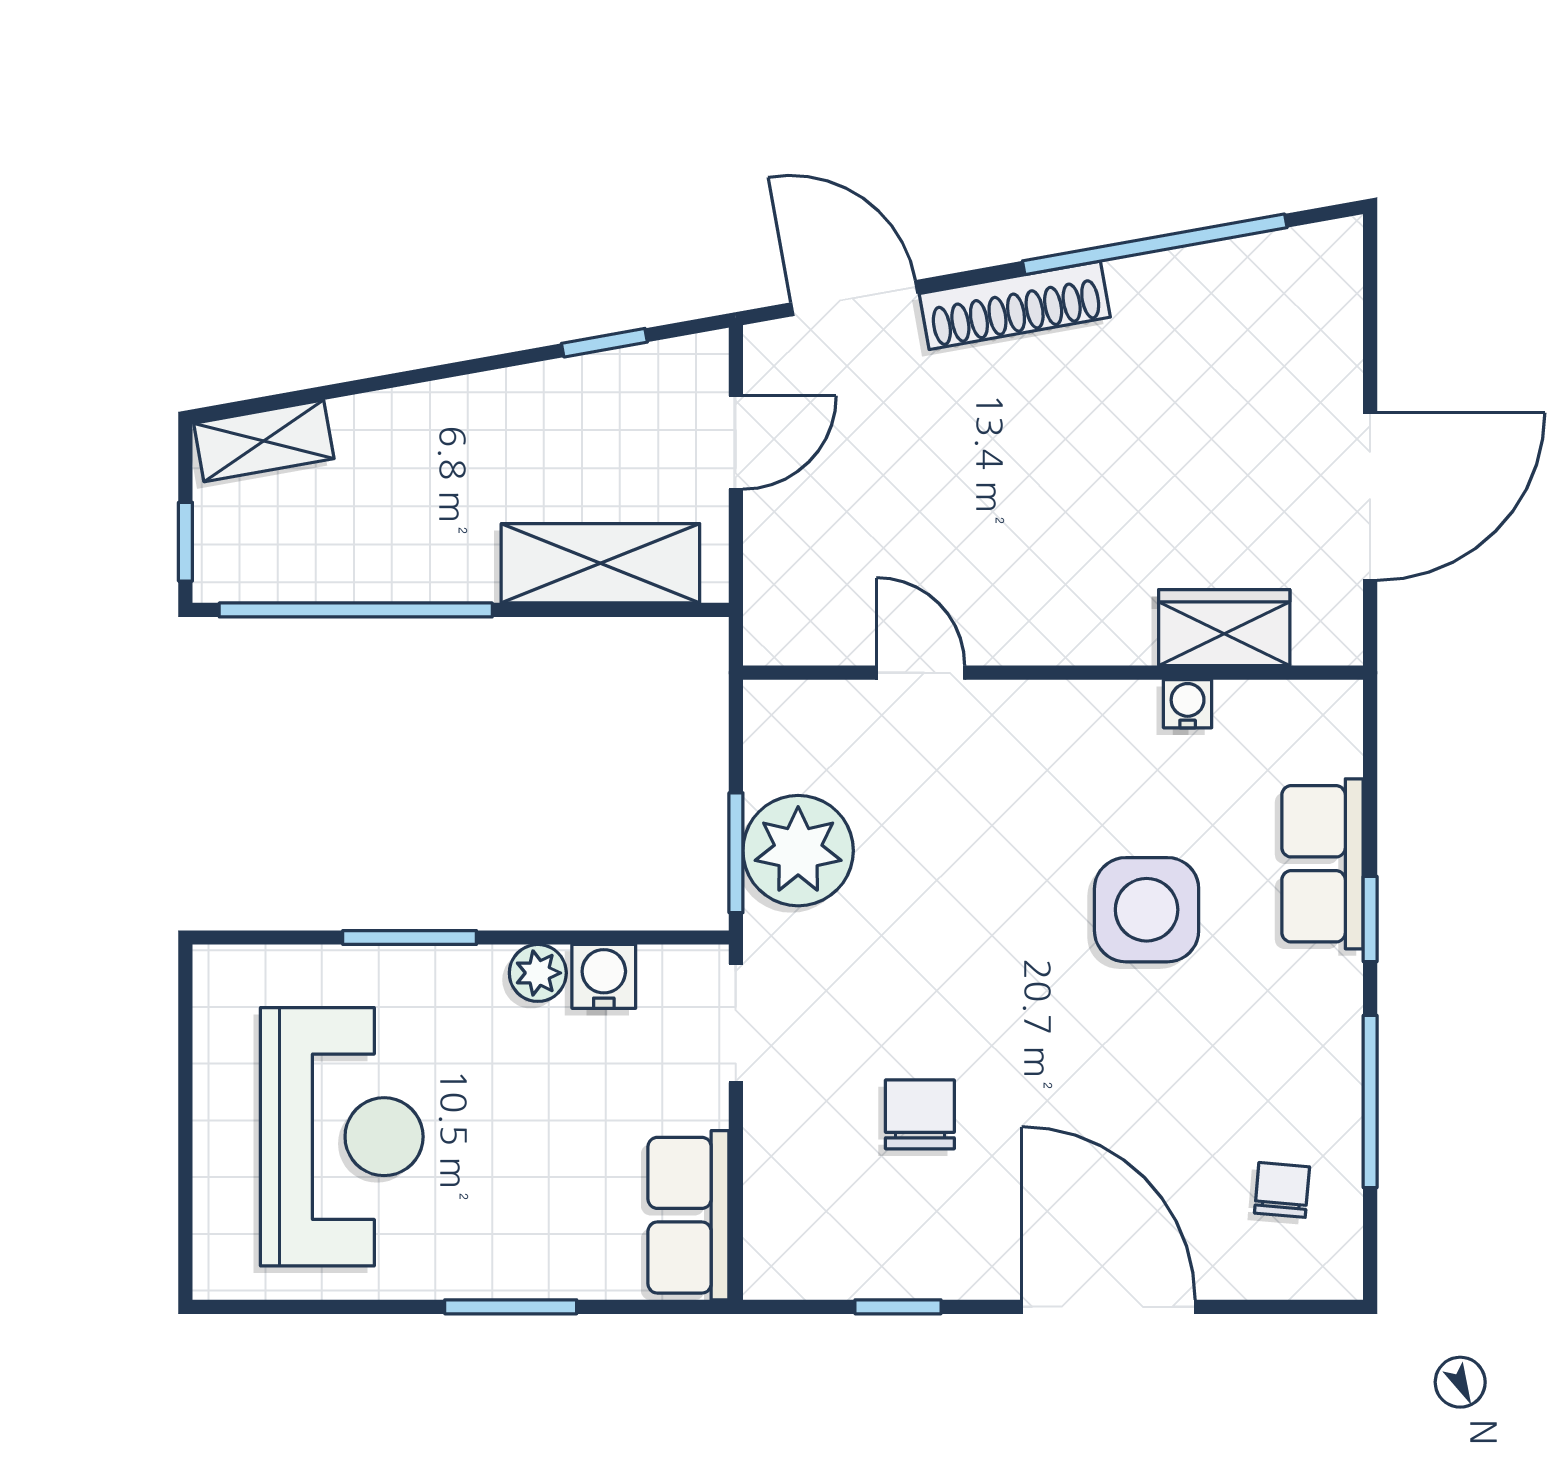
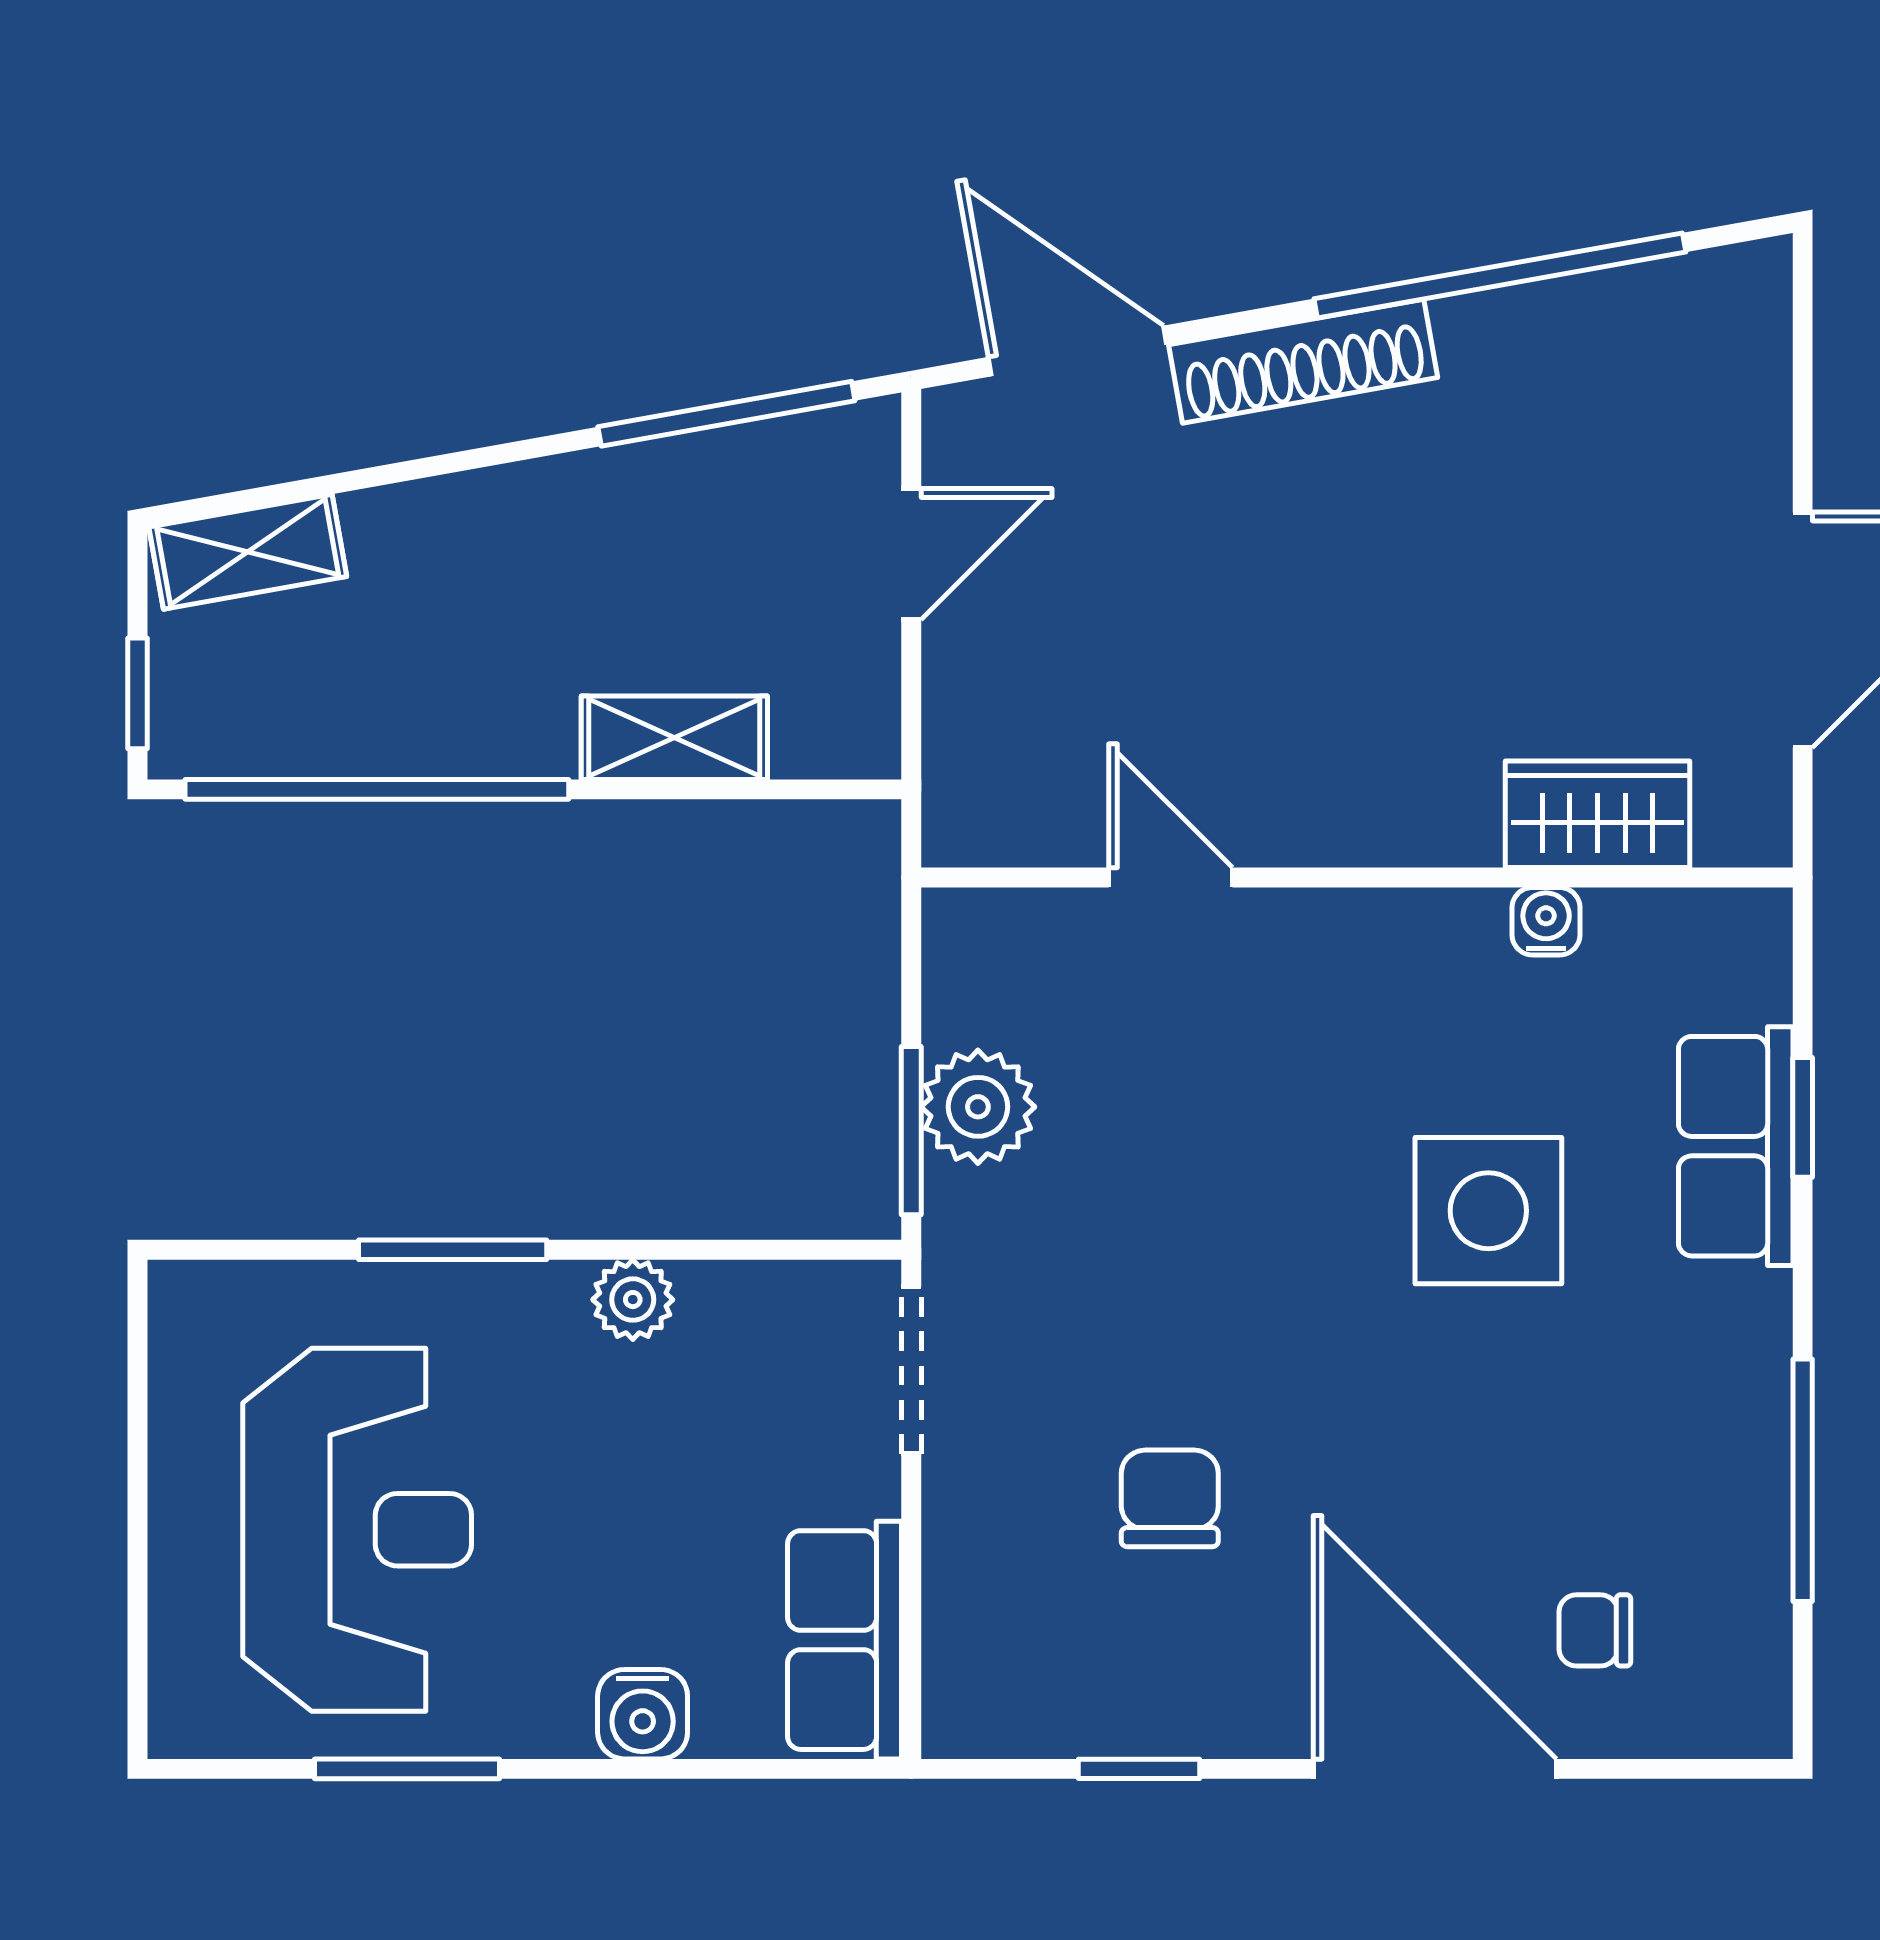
window: (604, 343) -> (726, 414), width x2.17
shelving: (600, 563) -> (674, 738), width x0.67, depth x0.75
plant: (798, 851) -> (978, 1107), width x0.73, depth x0.73
window: (1370, 919) -> (1803, 1117), moved
water cooler: (604, 976) -> (643, 1714), moved, turned 180
chair: (1282, 1190) -> (1595, 1630), moved, turned -95
window: (511, 1307) -> (407, 1769), moved

